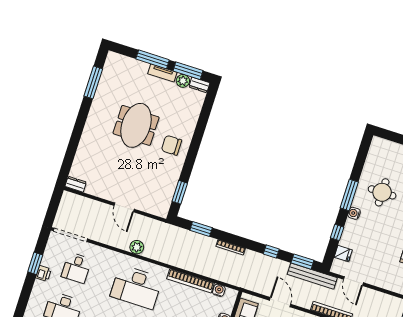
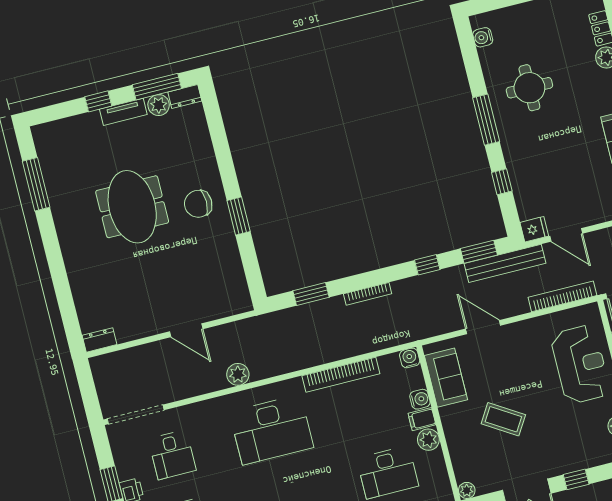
window: (153, 59) -> (98, 101), width x0.46
window: (180, 192) -> (239, 216), moved
water cooler: (354, 213) -> (483, 37), moved
fridge: (343, 254) -> (534, 229), moved
water cooler: (219, 290) -> (410, 358), moved

